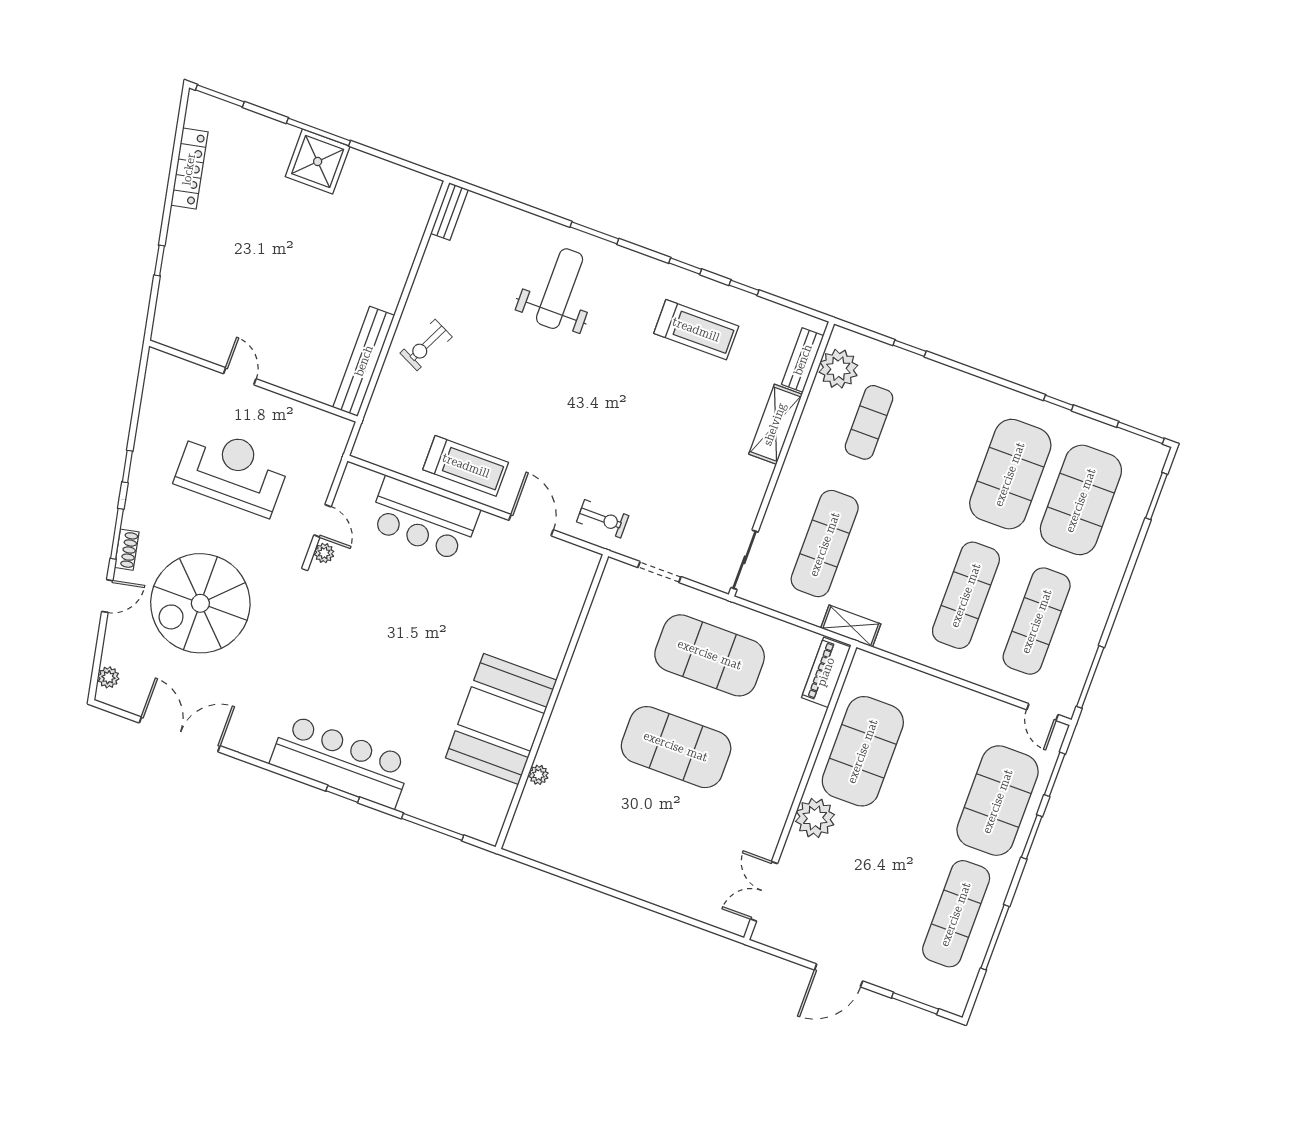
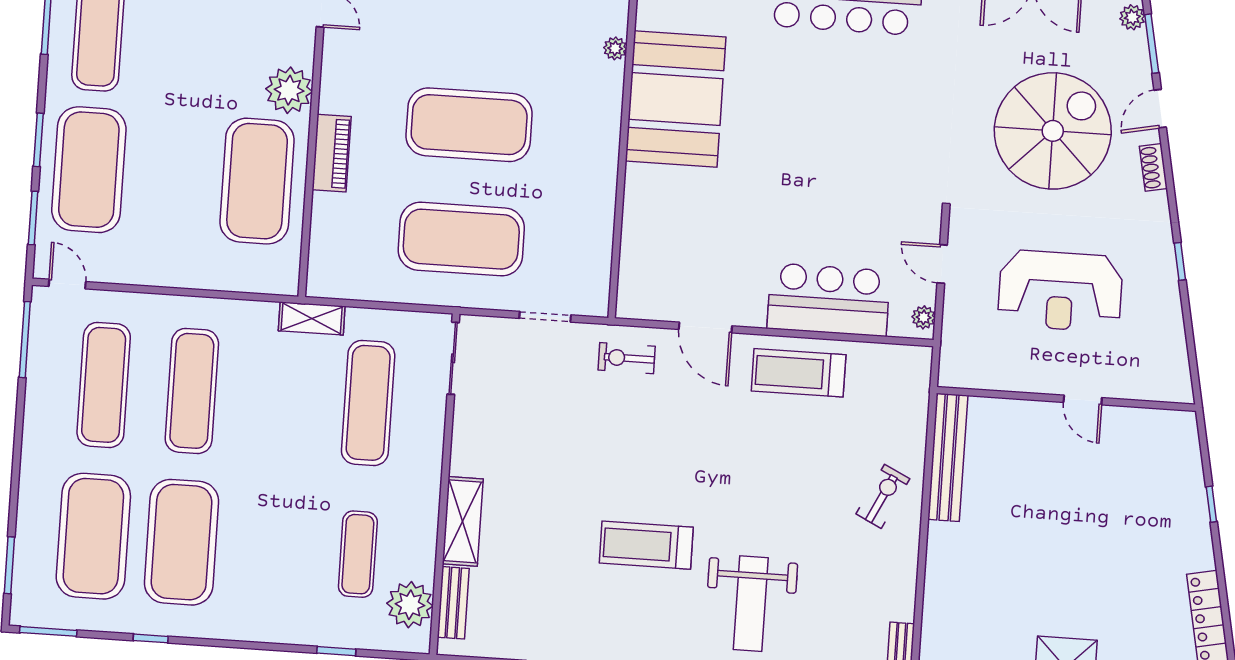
treadmill: (696, 330) -> (646, 545), moved
window: (117, 534) -> (1152, 44), moved
plant: (324, 553) -> (924, 317), moved
piano: (826, 672) -> (332, 153), moved

